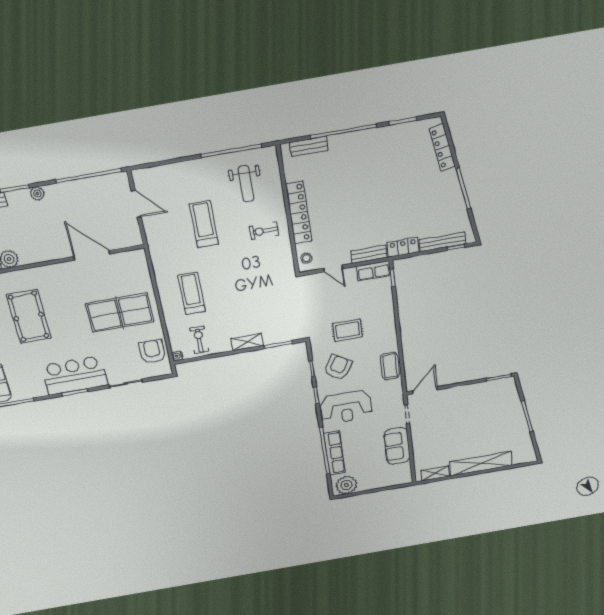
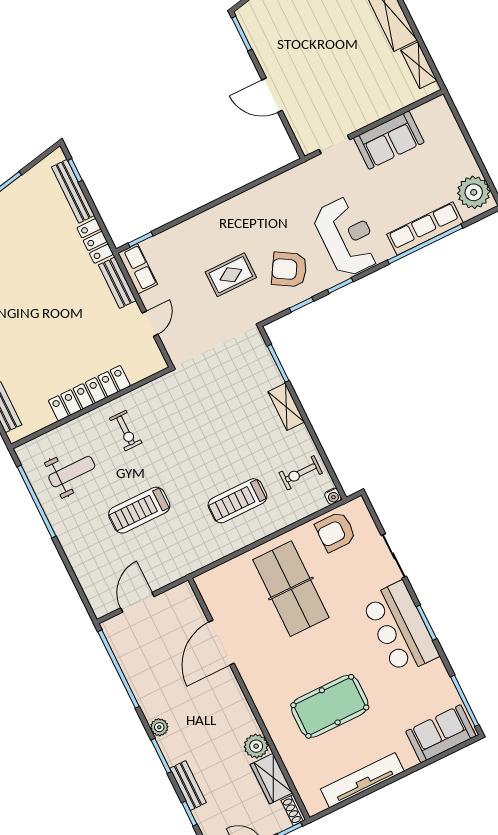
stool: (306, 258) -> (146, 364), removed
rug: (348, 330) -> (231, 275), turned 90
coffee table: (390, 366) -> (267, 197), removed
door: (425, 390) -> (272, 95), moved

